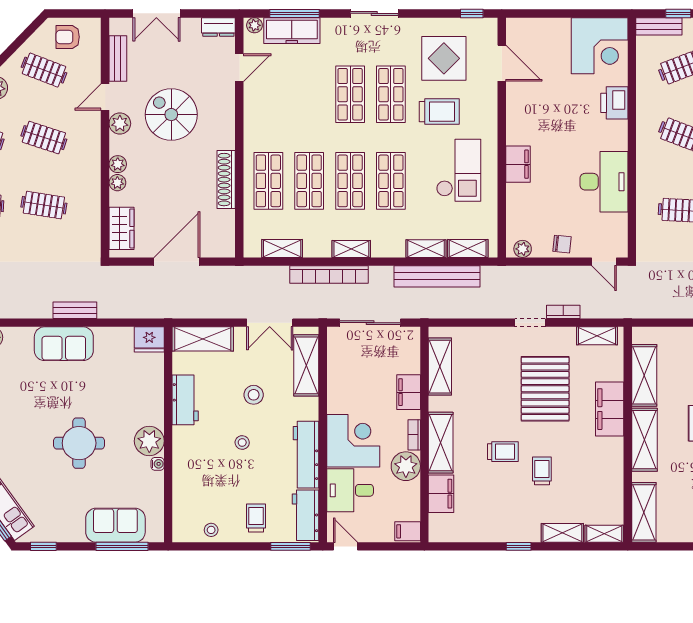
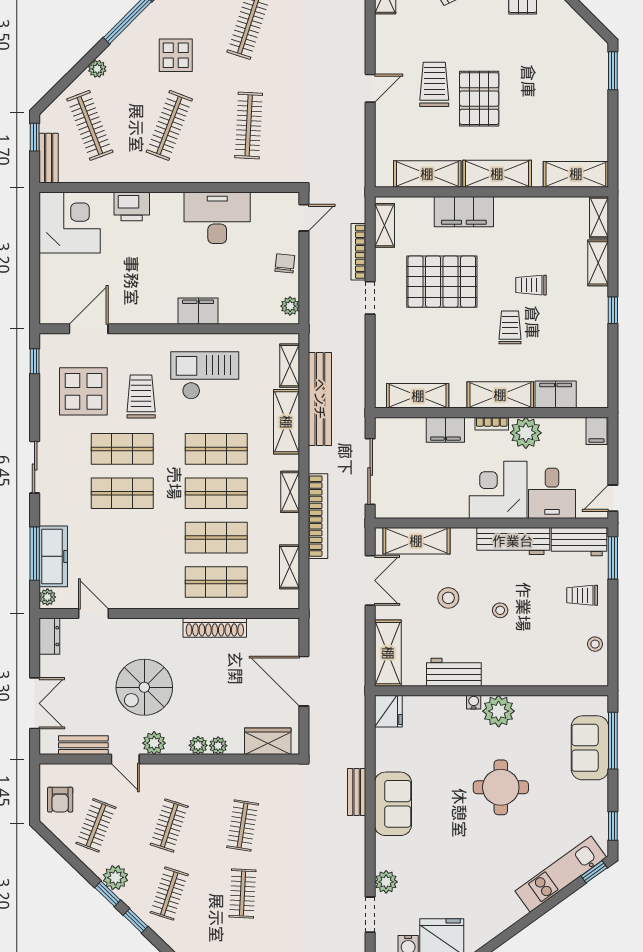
shelving: (426, 249) -> (286, 422), width x1.50, depth x1.33
bookcase: (563, 312) -> (358, 252), width x1.56
water cooler: (158, 464) -> (474, 702), moved

